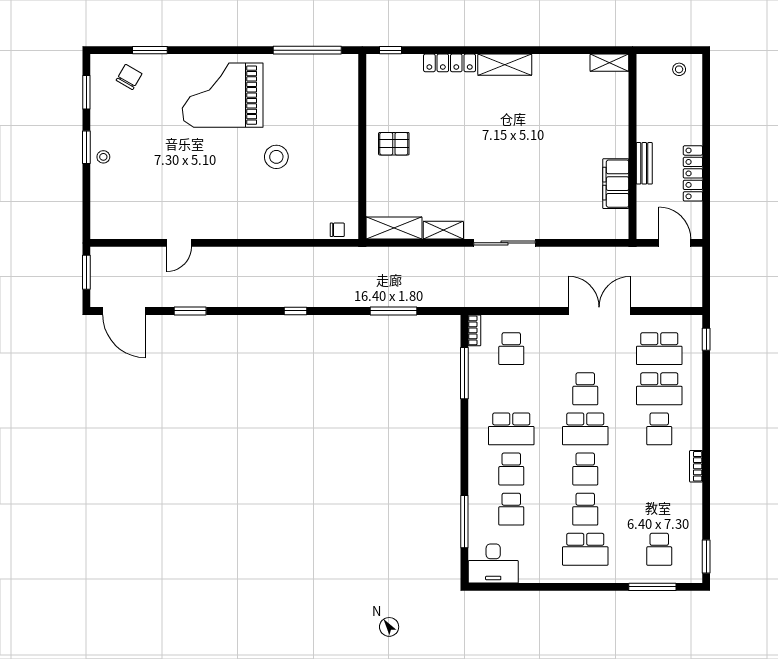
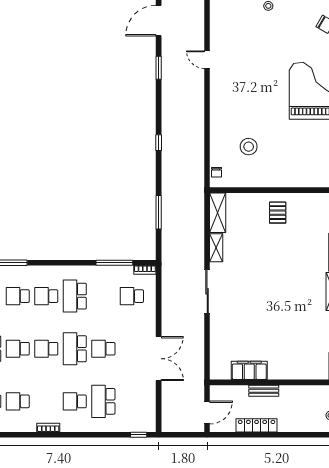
stool: (276, 157) -> (249, 147), moved
school desk: (659, 349) -> (18, 401), moved, width x0.54

